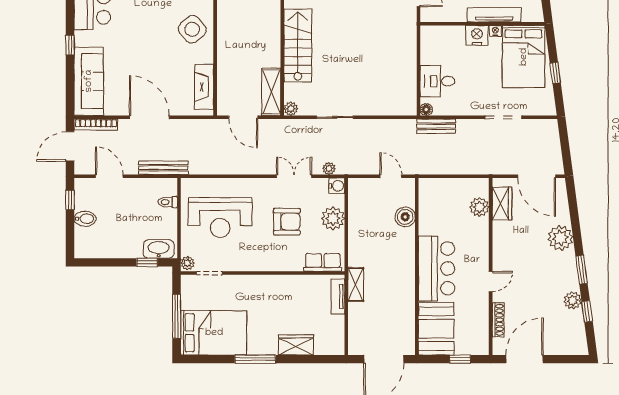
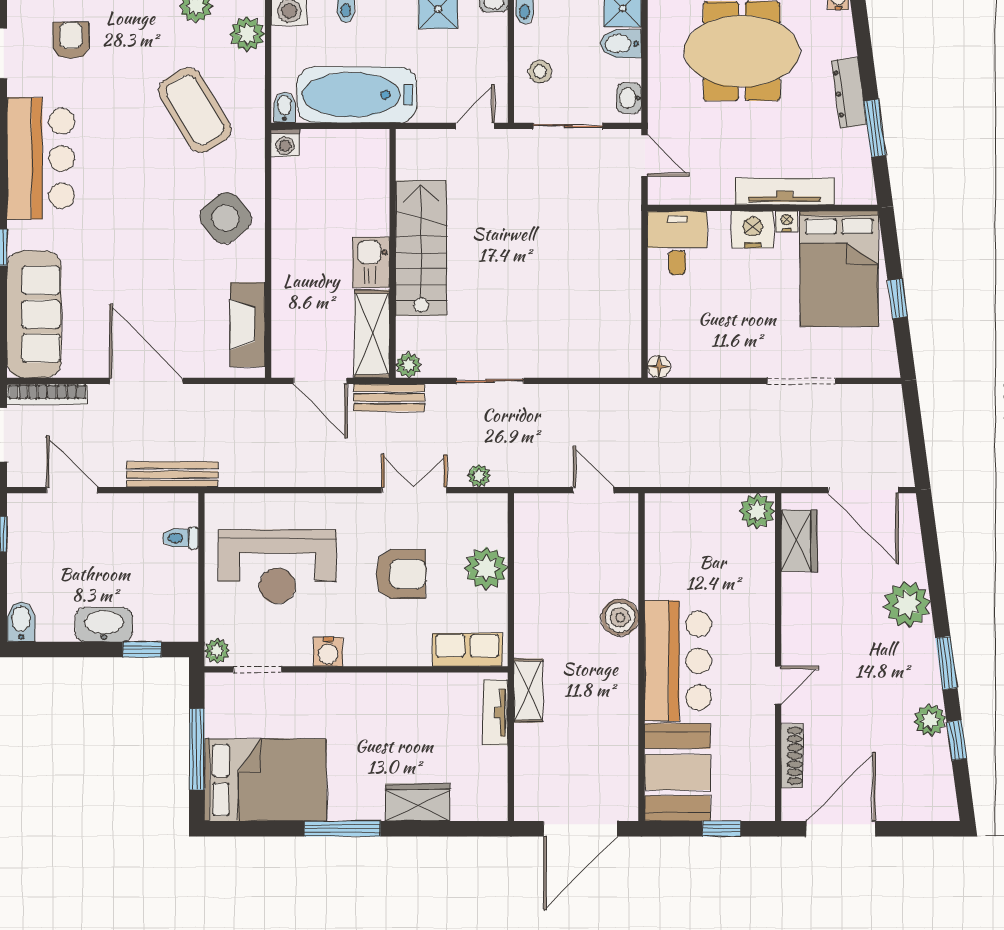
kitchen sink: (271, 53) -> (371, 262), added
desk: (437, 81) -> (677, 243), moved, turned 90
bench: (436, 126) -> (389, 397), moved
water cooler: (337, 186) -> (328, 652), moved, turned 90
plant: (479, 207) -> (757, 511), moved
boiler: (405, 217) -> (620, 617), moved
bidet: (85, 219) -> (21, 622), moved, turned -90
washbasin: (159, 249) -> (104, 625), moved

